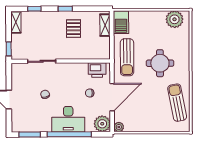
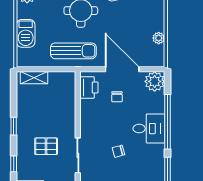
barbecue: (121, 22) -> (26, 33), moved, turned 90
pallet: (73, 29) -> (46, 146), moved
desk: (68, 119) -> (149, 129), width x0.73
plant: (119, 127) -> (159, 38), moved

